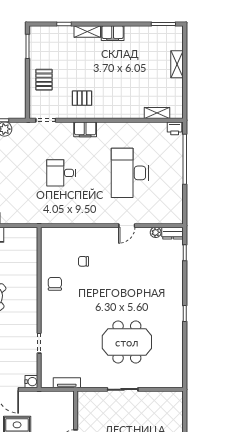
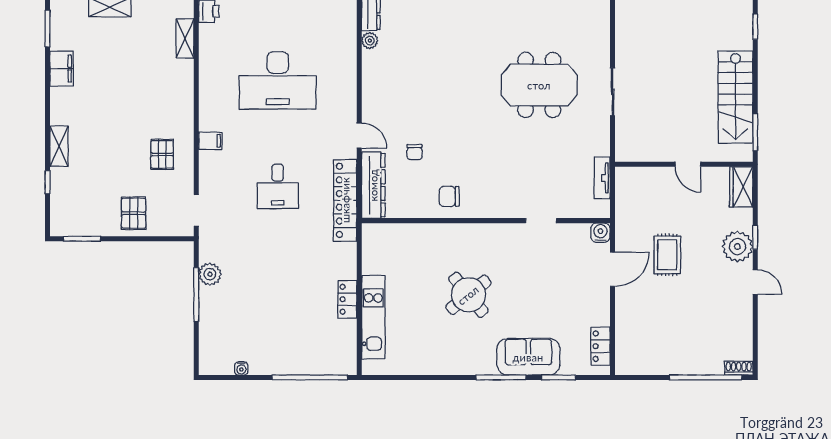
filing cabinet: (113, 33) -> (62, 69), moved
pallet: (44, 80) -> (134, 213), turned 90
filing cabinet: (85, 129) -> (210, 141), width x0.50
locker: (52, 217) -> (345, 200), added
door: (127, 226) -> (359, 136), moved
dresser: (62, 235) -> (373, 185), added
meeting table: (127, 342) -> (539, 85), turned 90

